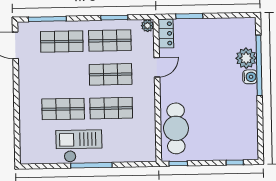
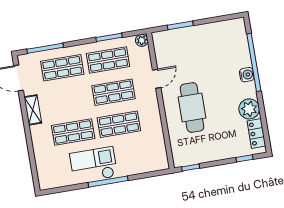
locker: (166, 33) -> (256, 133), moved, turned 180
plant: (246, 58) -> (249, 109), moved
shelving: (25, 80) -> (33, 110), added
cafe table: (176, 128) -> (192, 107), moved

